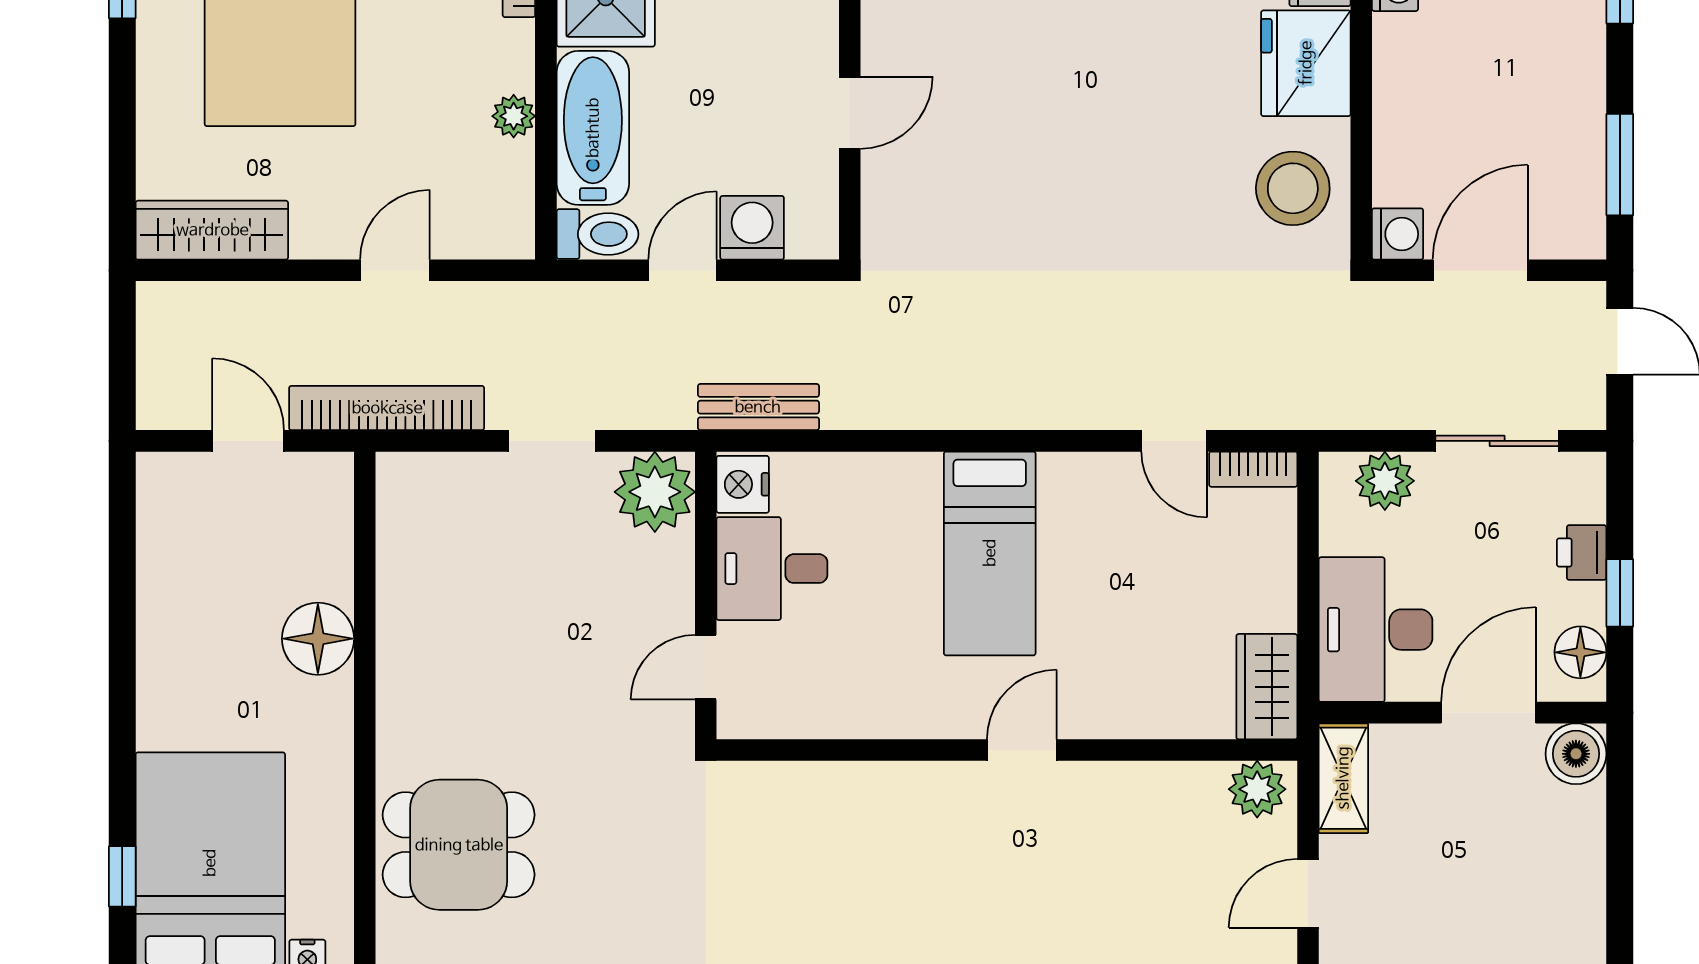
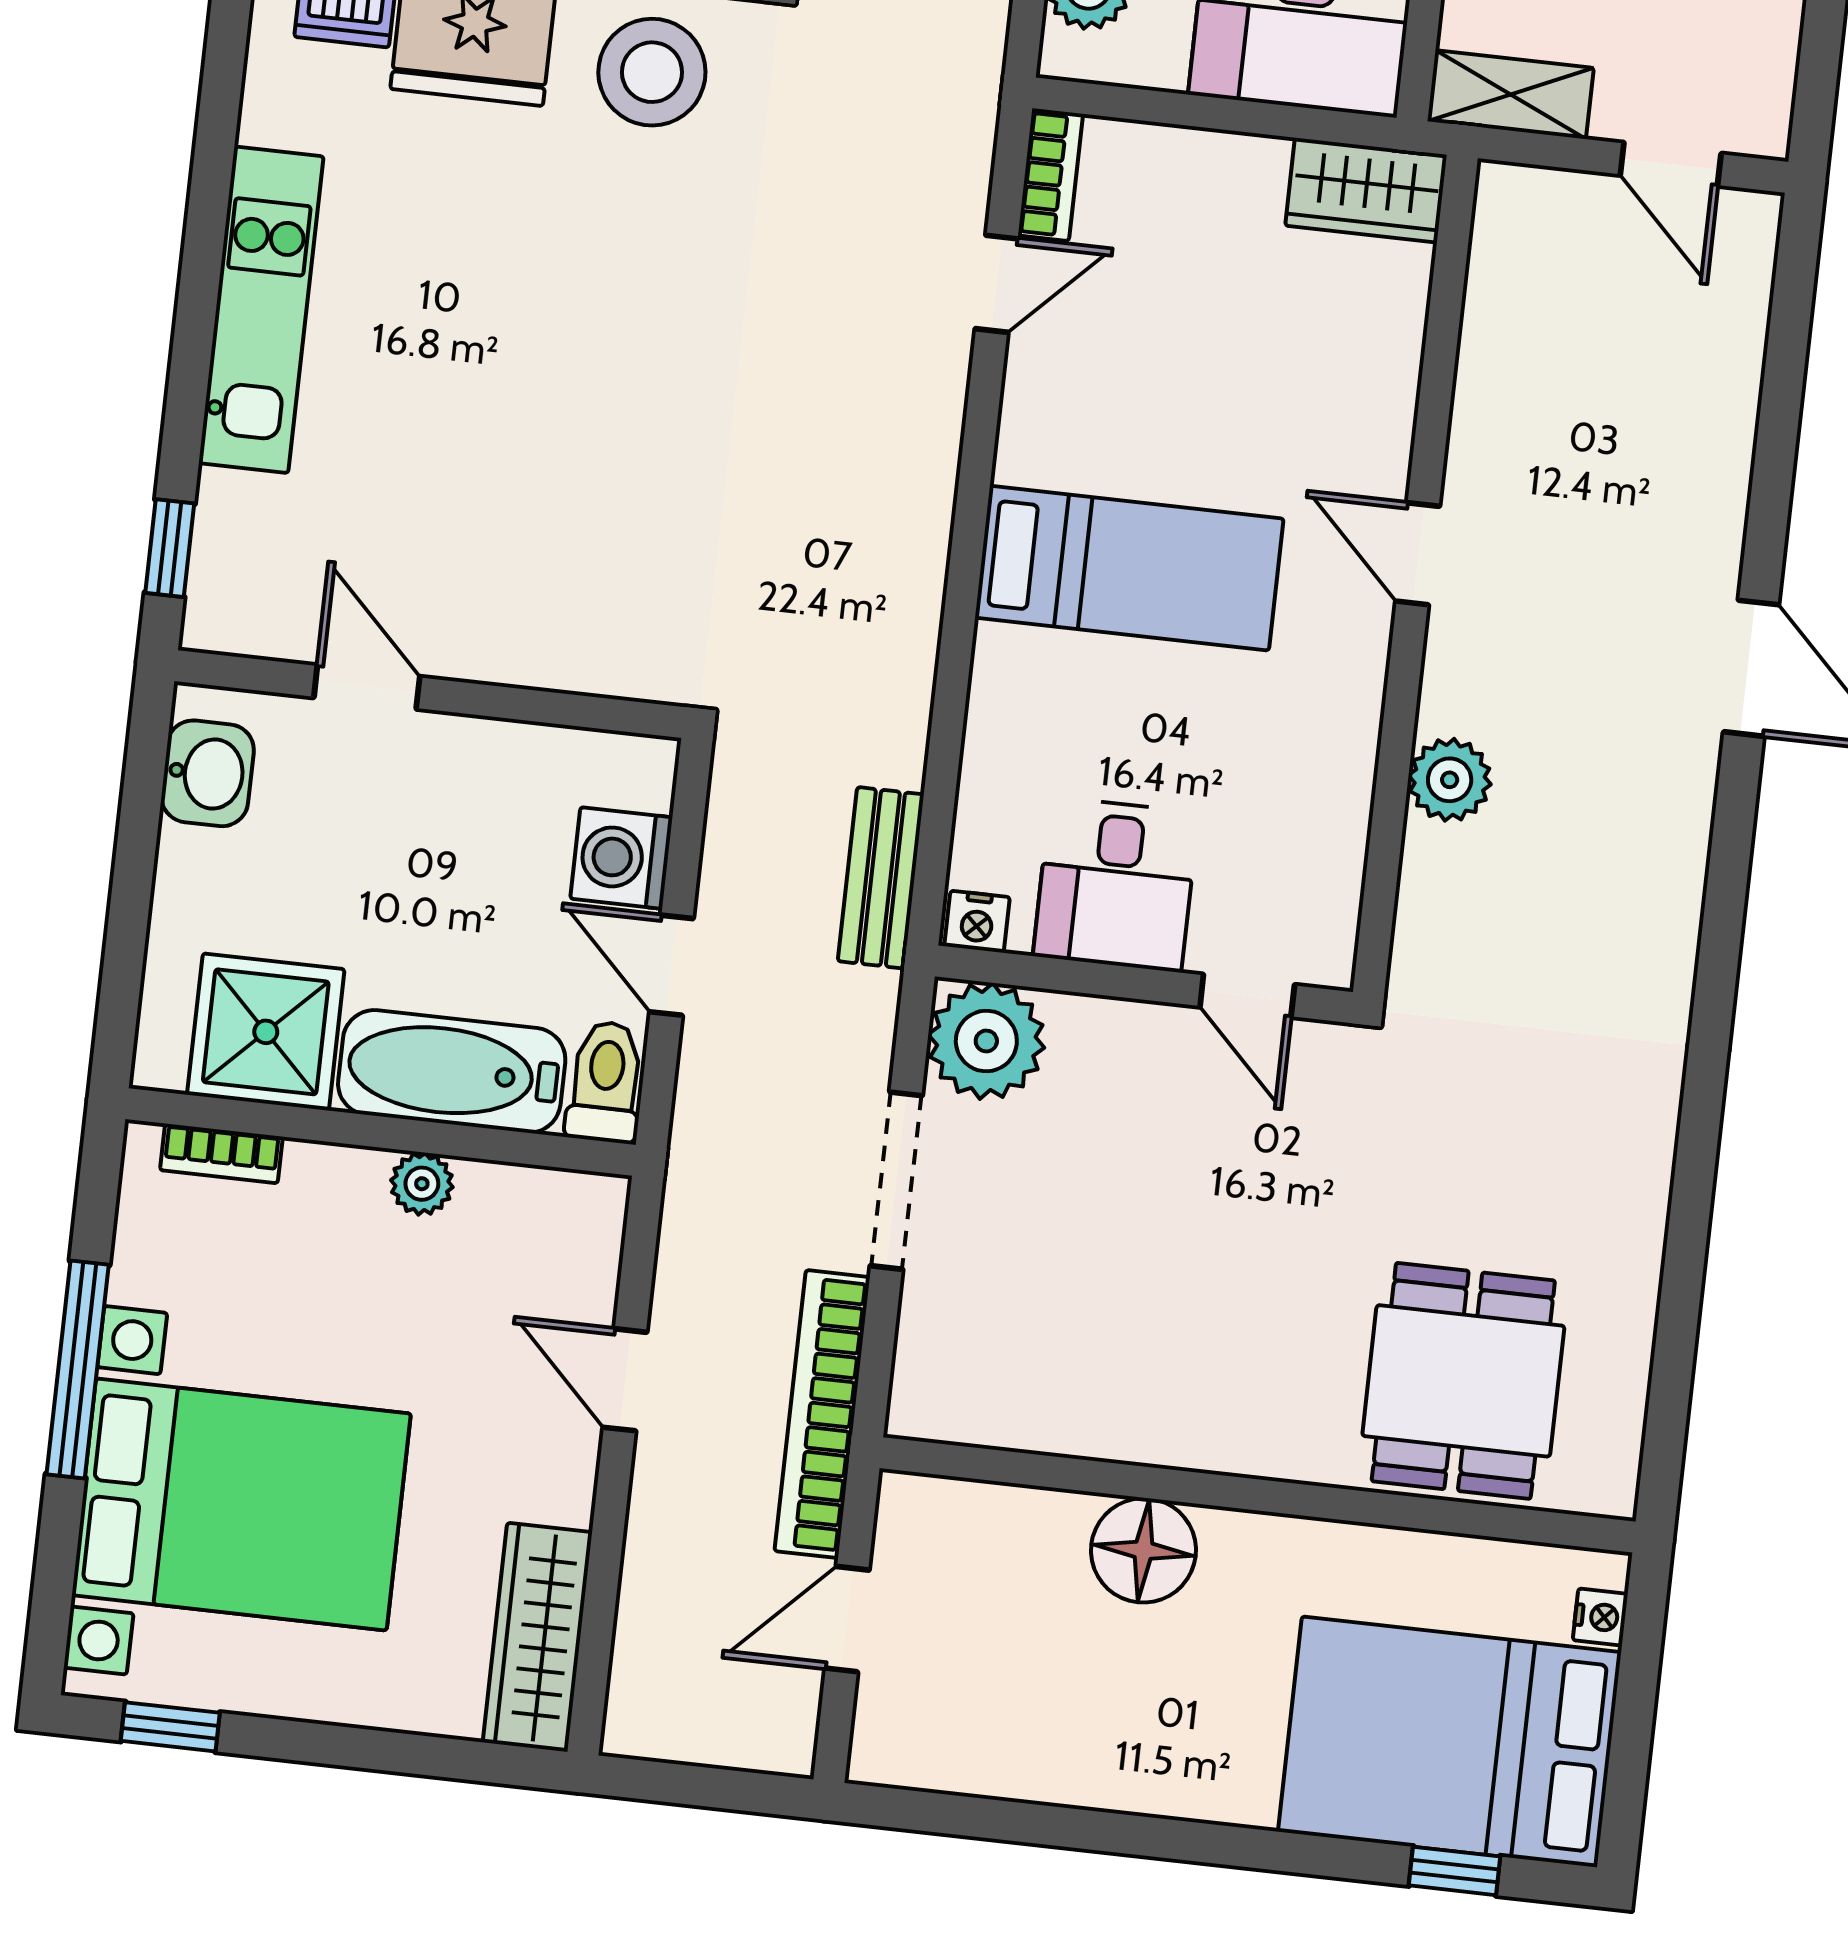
door: (850, 113) -> (367, 687), moved
doorway: (552, 441) -> (896, 1181), width x1.38
nightstand: (743, 484) -> (977, 922), width x0.72, depth x0.74
plant: (1257, 789) -> (1450, 780), moved

